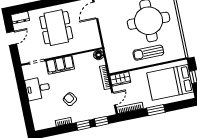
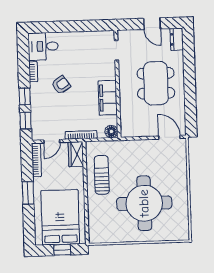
dining table: (56, 28) -> (156, 83), turned 90
sun lounger: (148, 53) -> (102, 175), moved
filing cabinet: (60, 65) -> (108, 98), moved
desk: (38, 88) -> (43, 46), moved, turned -90
door: (114, 99) -> (52, 141), hinge flipped

